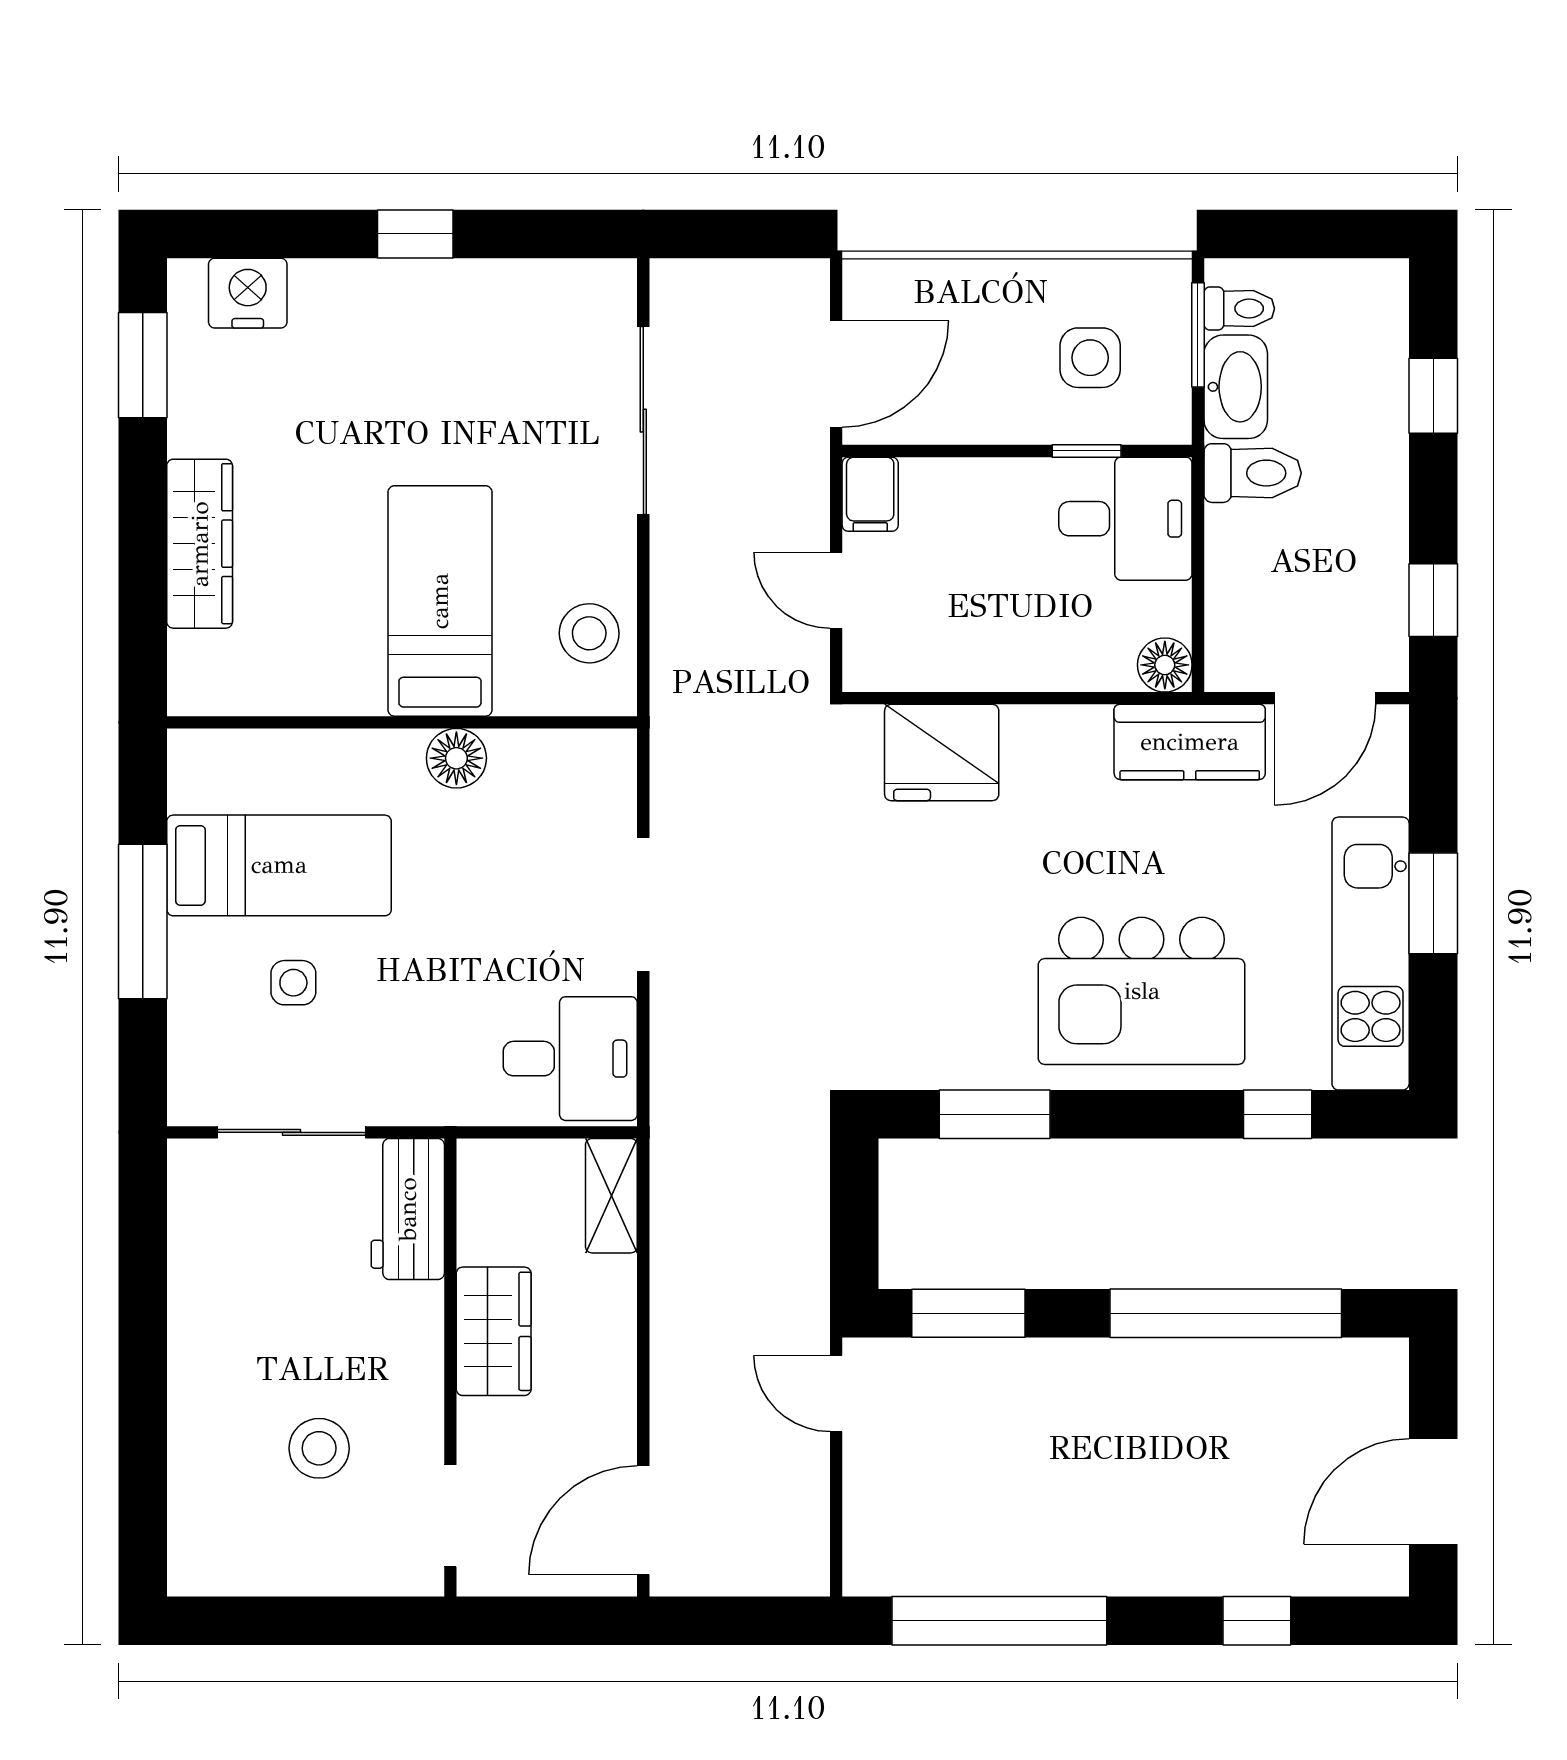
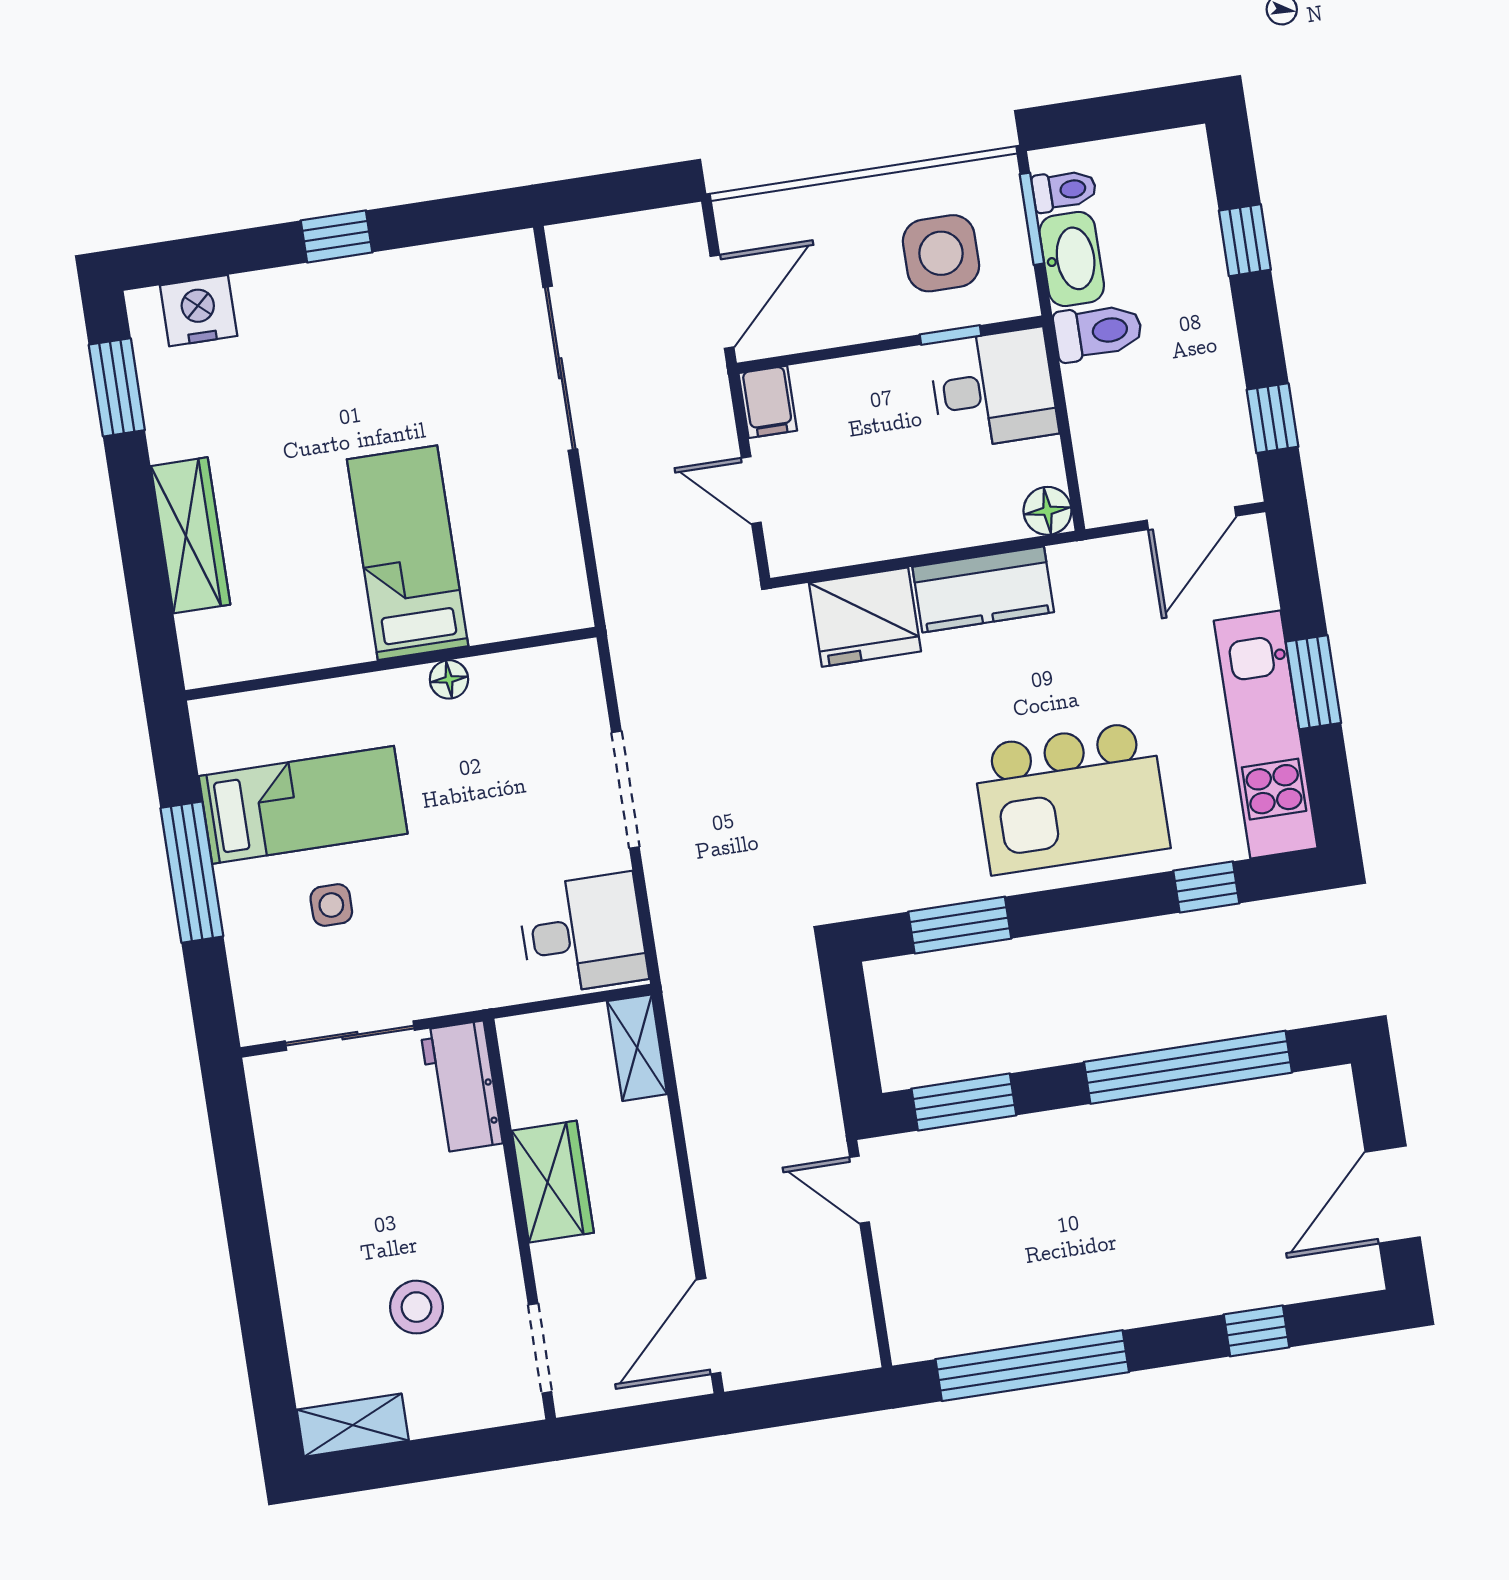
side table: (1090, 358) -> (941, 253), width x1.37, depth x1.37
stool: (589, 633) -> (542, 561), removed
kitchen counter: (1190, 742) -> (983, 589), moved
floor lamp: (456, 758) -> (449, 679), width x0.73, depth x0.73
shelving: (227, 1570) -> (353, 1425), added

